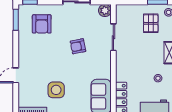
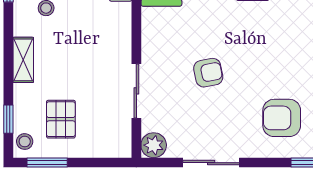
armchair: (42, 24) -> (282, 118), turned -90

